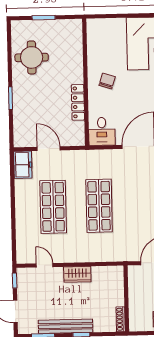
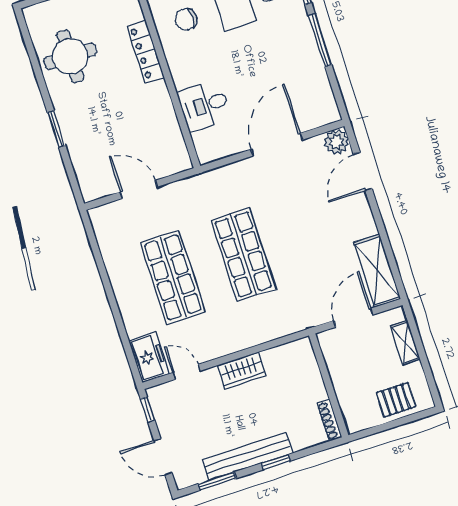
chair: (107, 81) -> (186, 19), moved, turned -108
locker: (78, 102) -> (146, 52), moved
desk: (102, 131) -> (204, 105), moved, turned 90
freezer: (23, 165) -> (149, 357), moved

